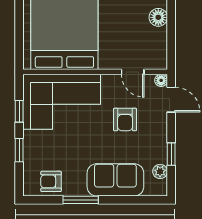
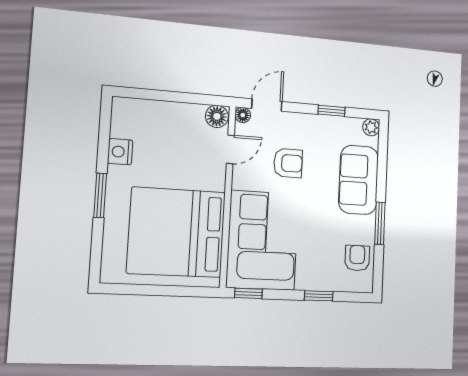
floor lamp: (158, 17) -> (217, 116), moved
window: (19, 111) -> (248, 293), moved
plant: (160, 171) -> (371, 127), moved
armchair: (51, 181) -> (357, 258), turned 180

